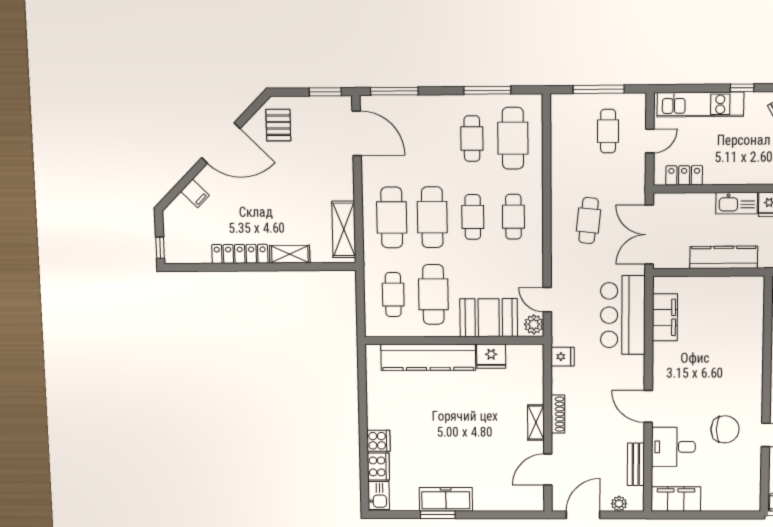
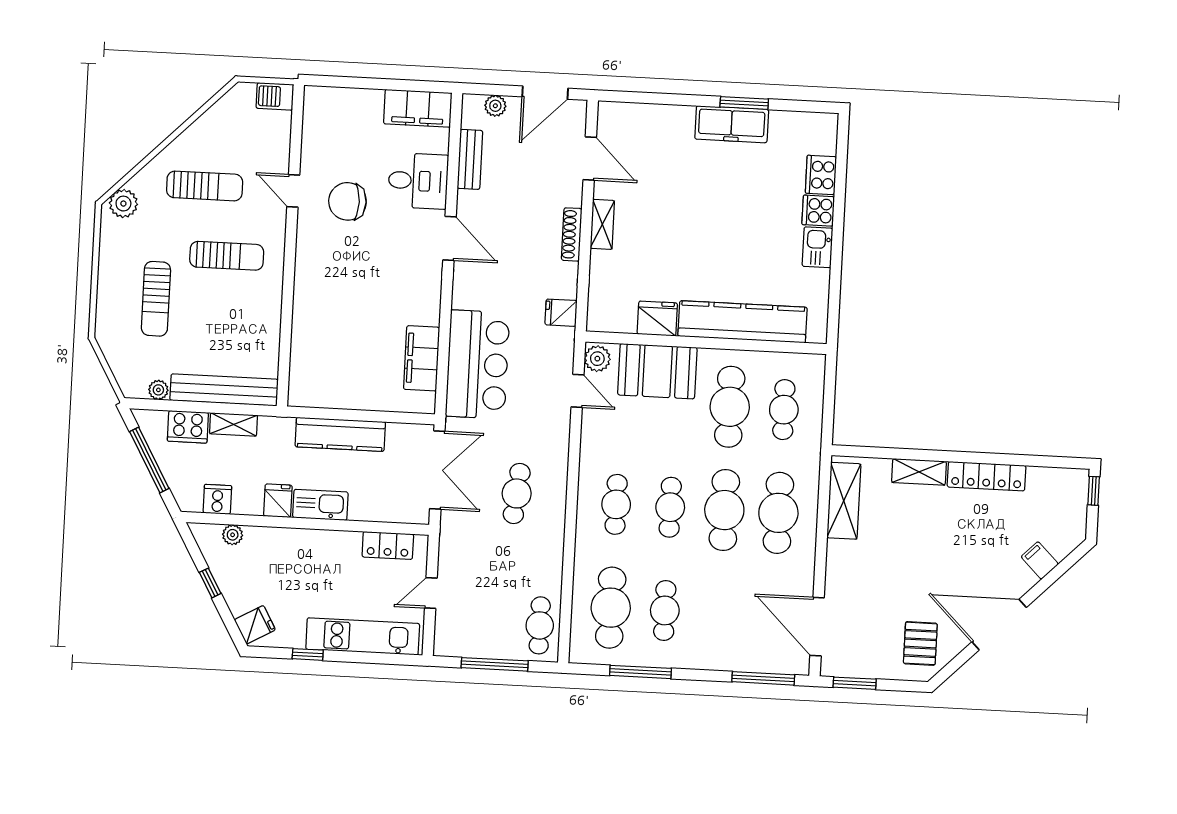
cafe table: (608, 131) -> (540, 625), moved
door: (548, 469) -> (590, 158), hinge flipped
kitchen sink: (379, 496) -> (817, 247), moved

